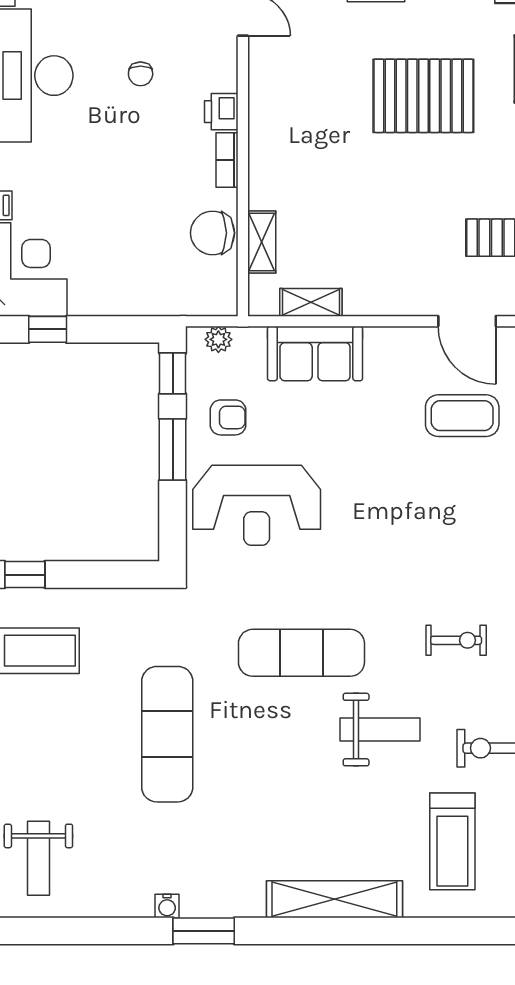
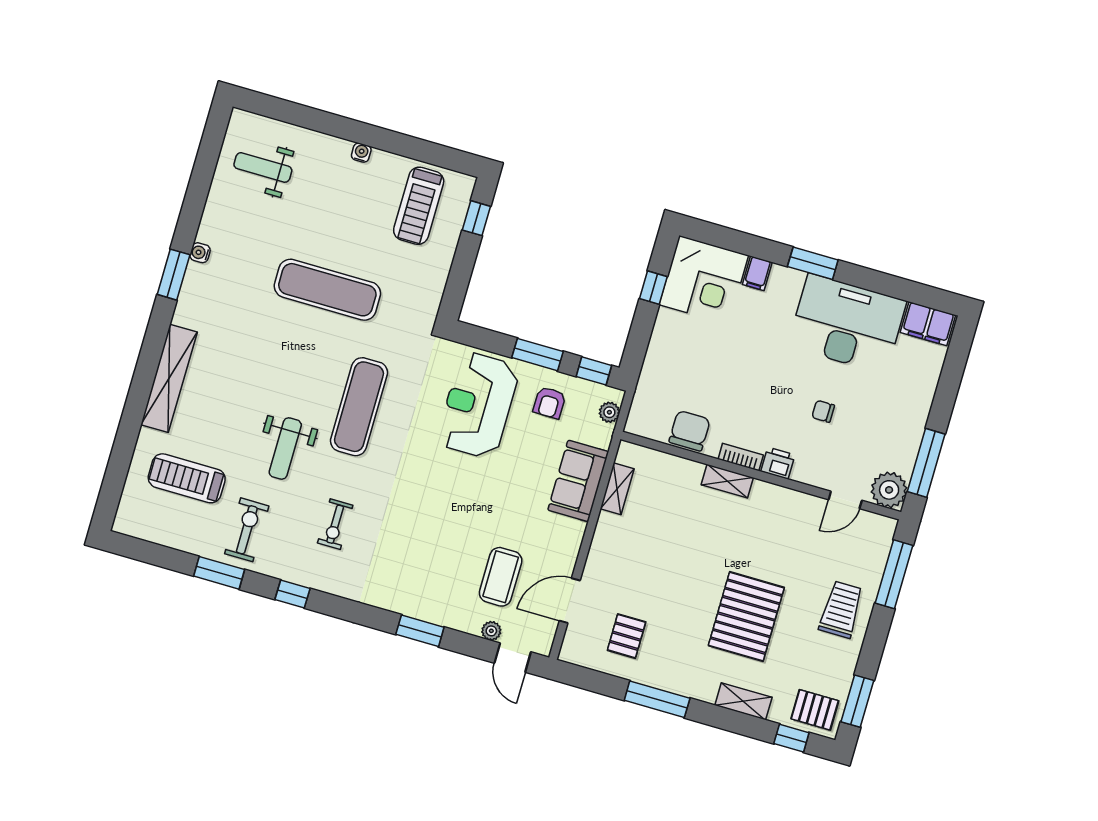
shelving: (262, 242) -> (727, 481), moved

